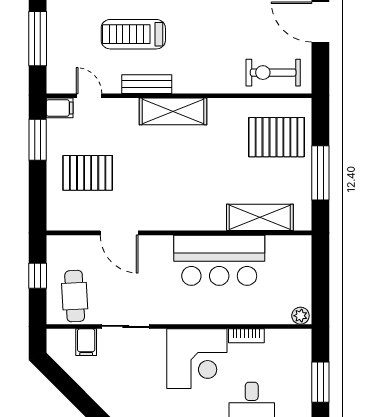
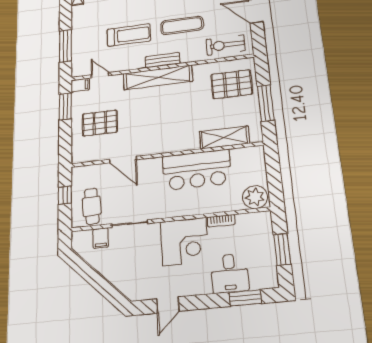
exercise mat: (212, 30) -> (182, 25), added
treadmill: (133, 34) -> (129, 35), turned 180
bench: (147, 84) -> (163, 60), moved
shelving: (173, 111) -> (158, 77), width x1.47
plant: (300, 316) -> (255, 197), width x1.88, depth x1.88

